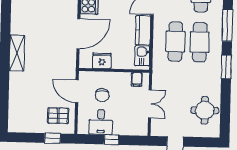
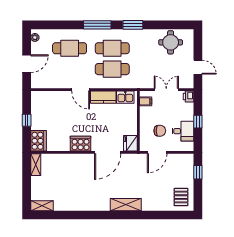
door: (78, 34) -> (108, 152), swing flipped
fridge: (102, 61) -> (130, 143), moved
pallet: (58, 116) -> (181, 197), moved
printer: (141, 130) -> (189, 97), added

